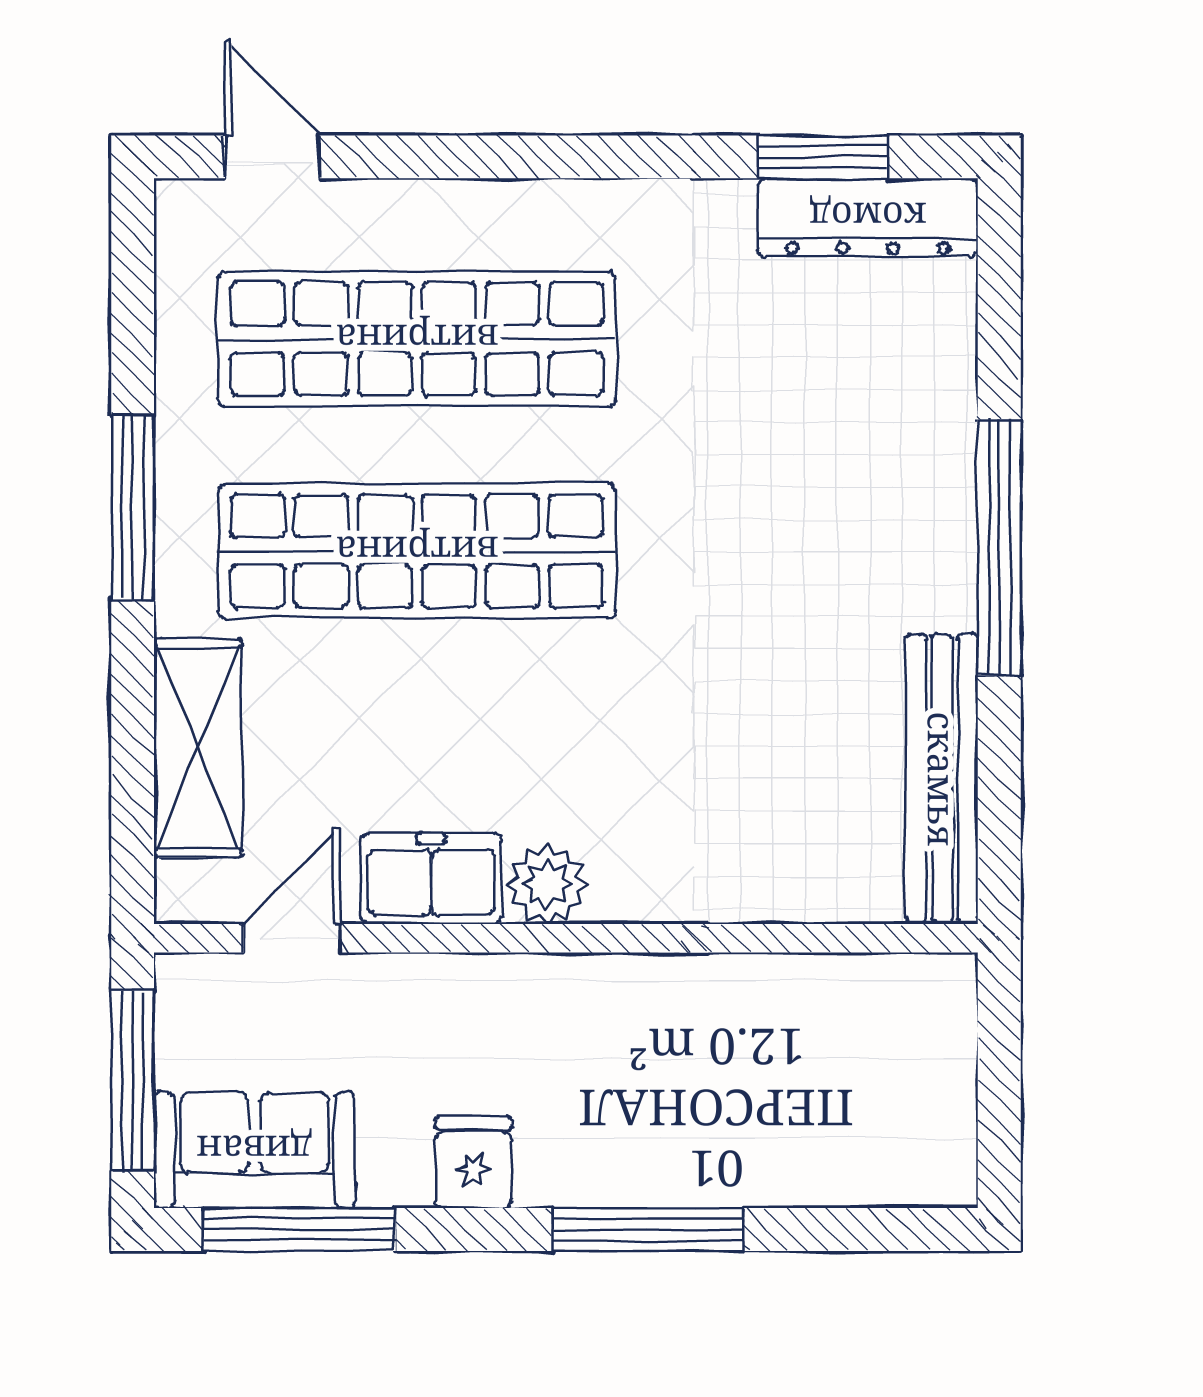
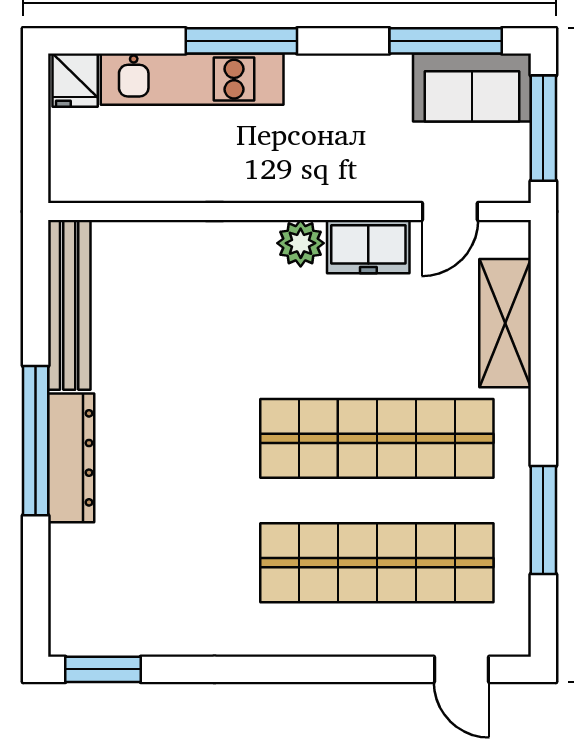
window: (823, 157) -> (103, 669), moved
dresser: (868, 217) -> (71, 458), moved, turned 90
window: (133, 507) -> (543, 520), moved
fridge: (473, 1163) -> (75, 80), moved
kitchen unit: (732, 1164) -> (192, 79), added

